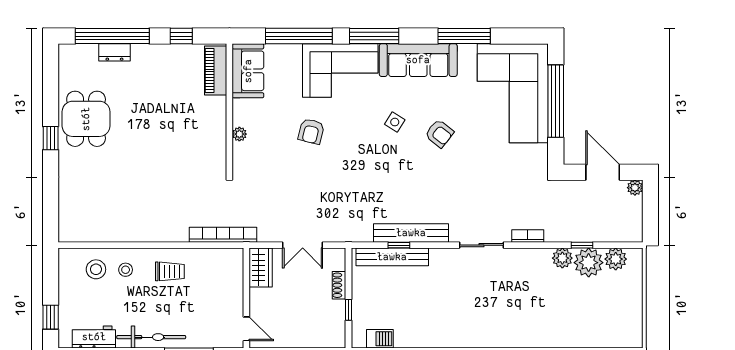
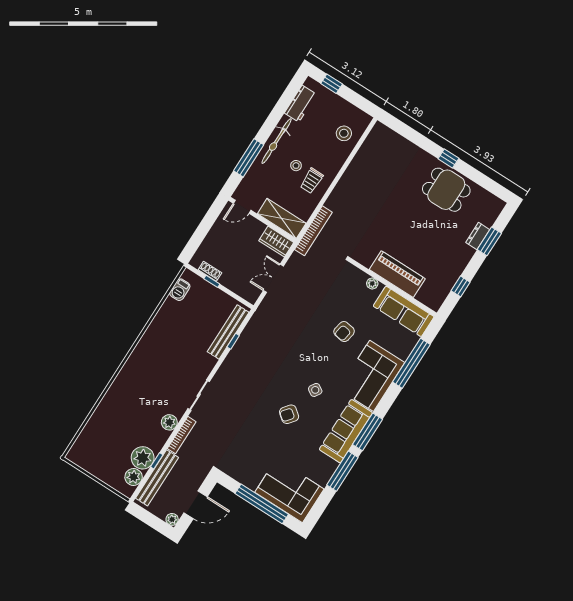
window: (112, 36) -> (489, 241), width x0.47
window: (374, 36) -> (368, 432), moved
piano: (216, 70) -> (397, 274), moved, width x1.37, depth x1.33
sofa: (248, 71) -> (404, 311), width x1.36
corner sofa: (513, 93) -> (289, 491), width x0.73, depth x0.74
armchair: (311, 131) -> (344, 332), turned -94
bench: (411, 233) -> (157, 478), moved
bookcase: (528, 236) -> (182, 435), width x1.56
plant: (562, 258) -> (169, 422), moved
stool: (126, 270) -> (296, 166), moved
shelving: (232, 278) -> (282, 218), added
shoe rack: (339, 285) -> (210, 271), moved

